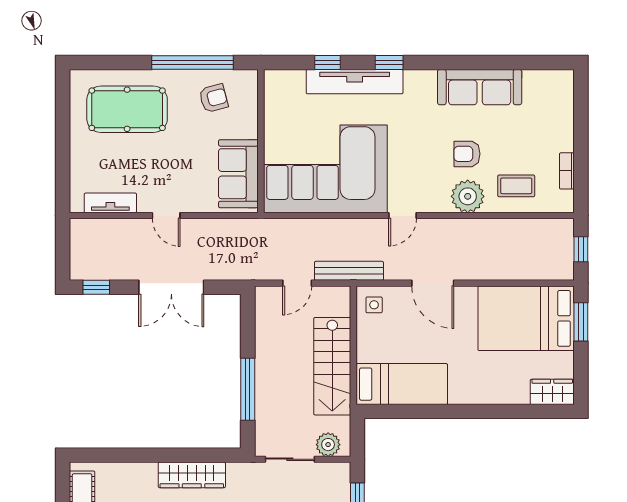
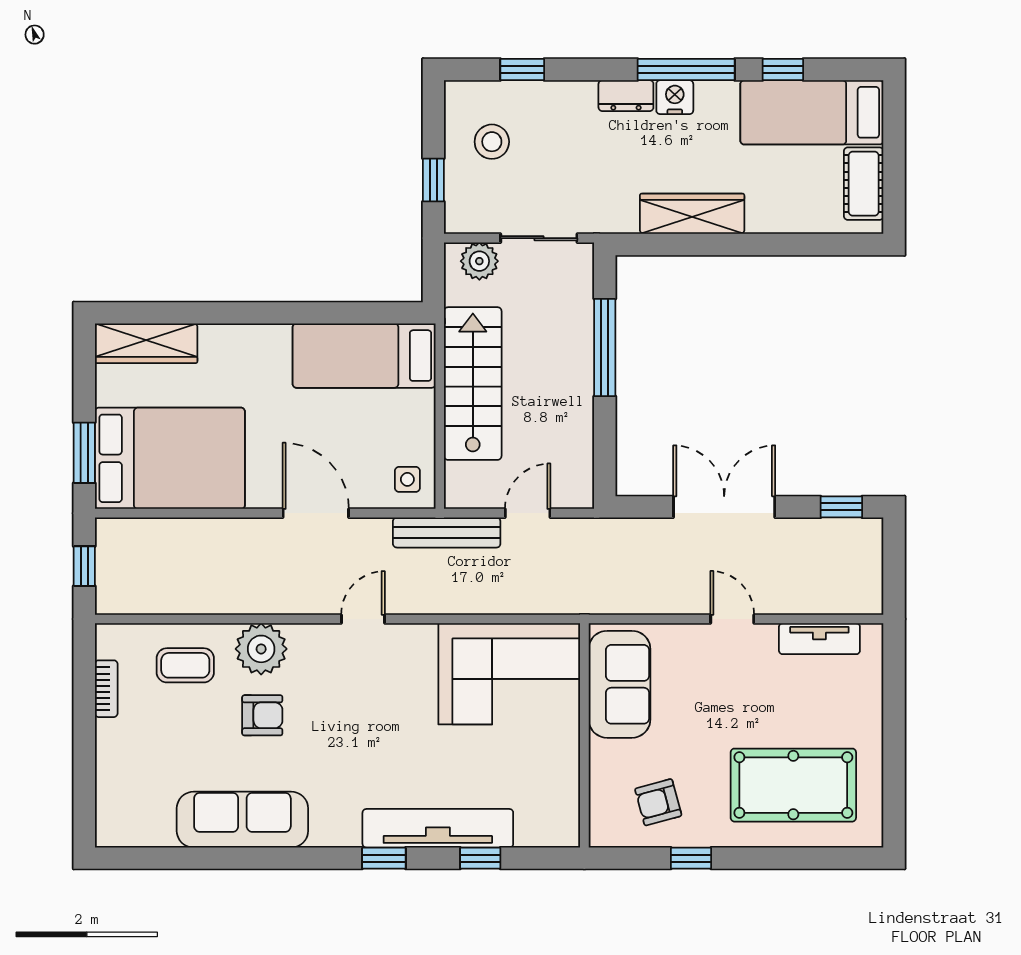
window: (193, 62) -> (691, 858), width x0.32
corner sofa: (325, 169) -> (509, 674), width x0.73, depth x0.74
wardrobe: (552, 392) -> (146, 343), width x1.50

